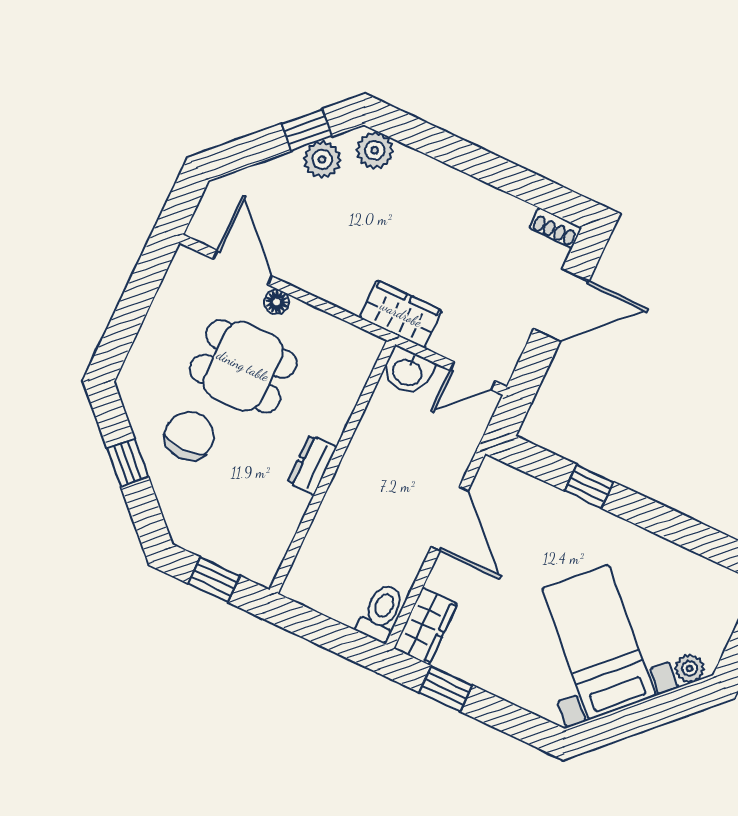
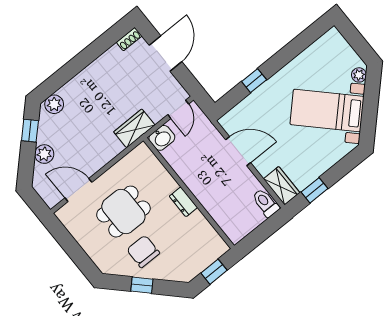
plant: (322, 159) -> (44, 154), moved
floor lamp: (277, 302) -> (102, 182), removed

